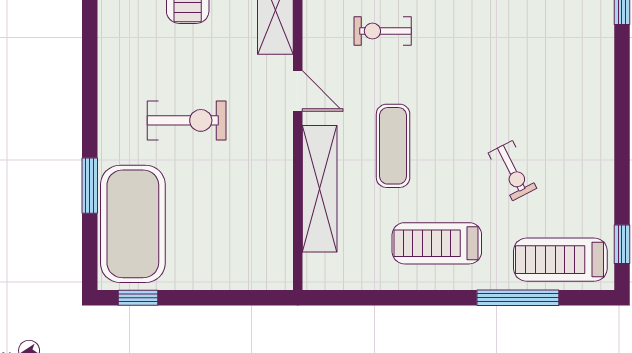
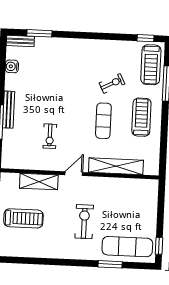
exercise mat: (393, 146) -> (103, 121), moved, turned 90
exercise mat: (133, 224) -> (127, 247), width x0.68
treadmill: (437, 243) -> (141, 117), turned 180

